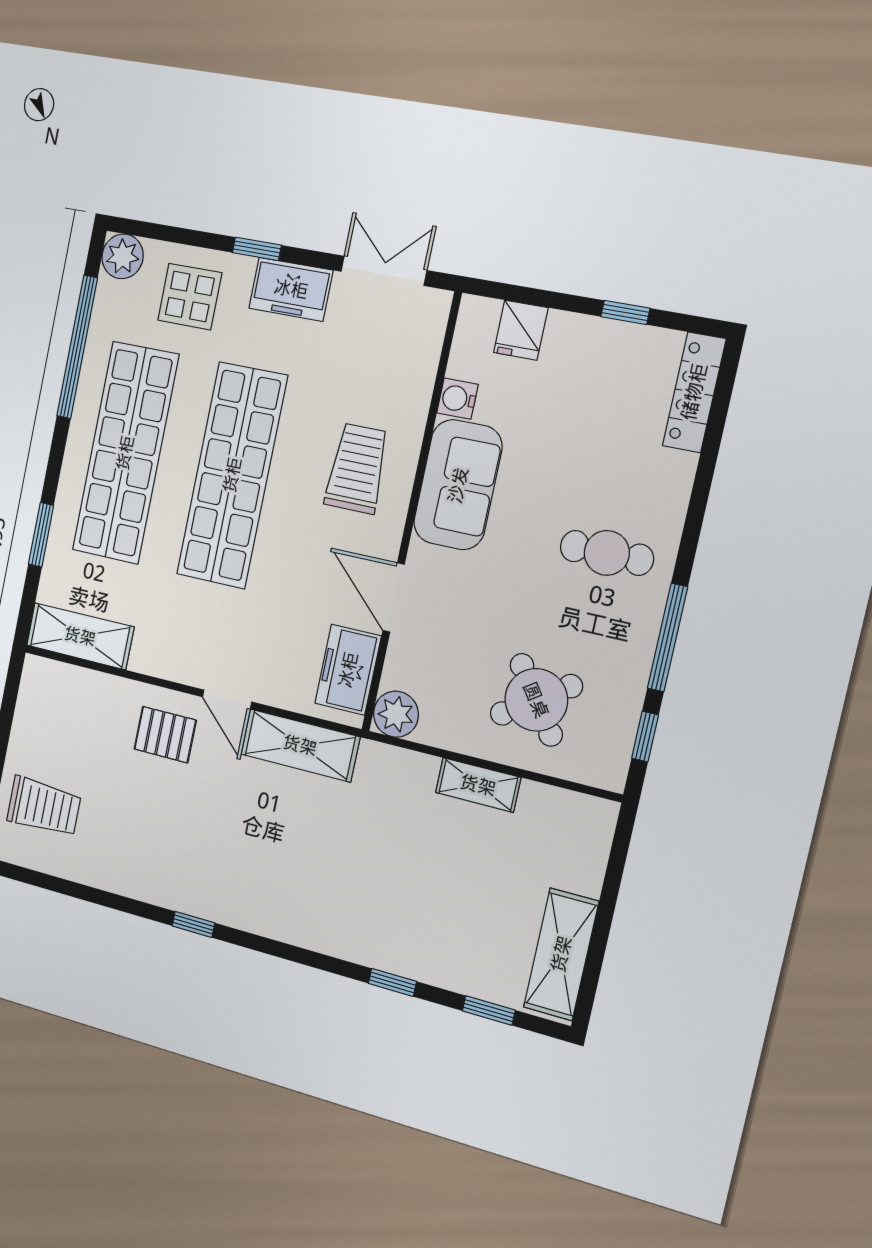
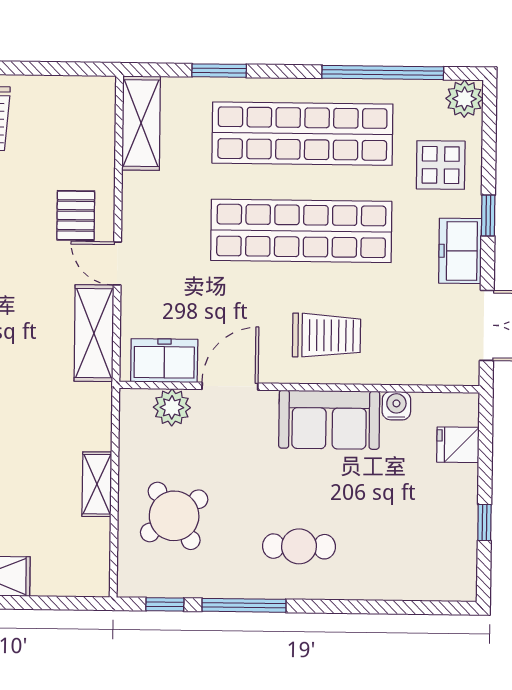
locker: (694, 392) -> (433, 586), removed
cafe table: (607, 553) -> (299, 546), turned 90
door: (227, 699) -> (117, 263), hinge flipped
plant: (396, 714) -> (172, 407), moved

